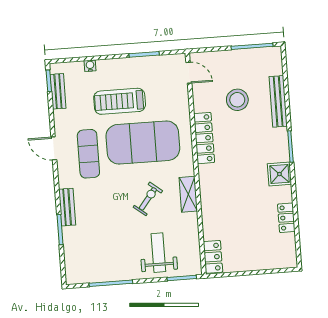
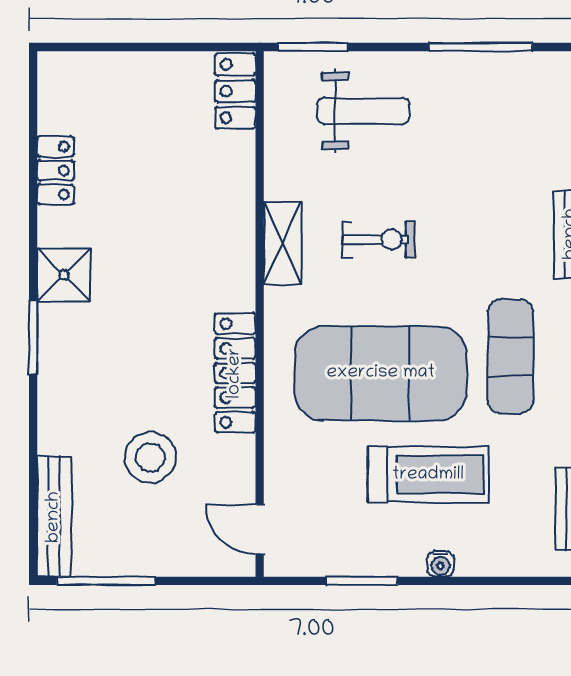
water cooler: (90, 66) -> (440, 564), moved
bench: (278, 101) -> (54, 517), moved
exercise bike: (148, 199) -> (379, 240), turned -128
weight bench: (158, 253) -> (363, 111), turned -90

